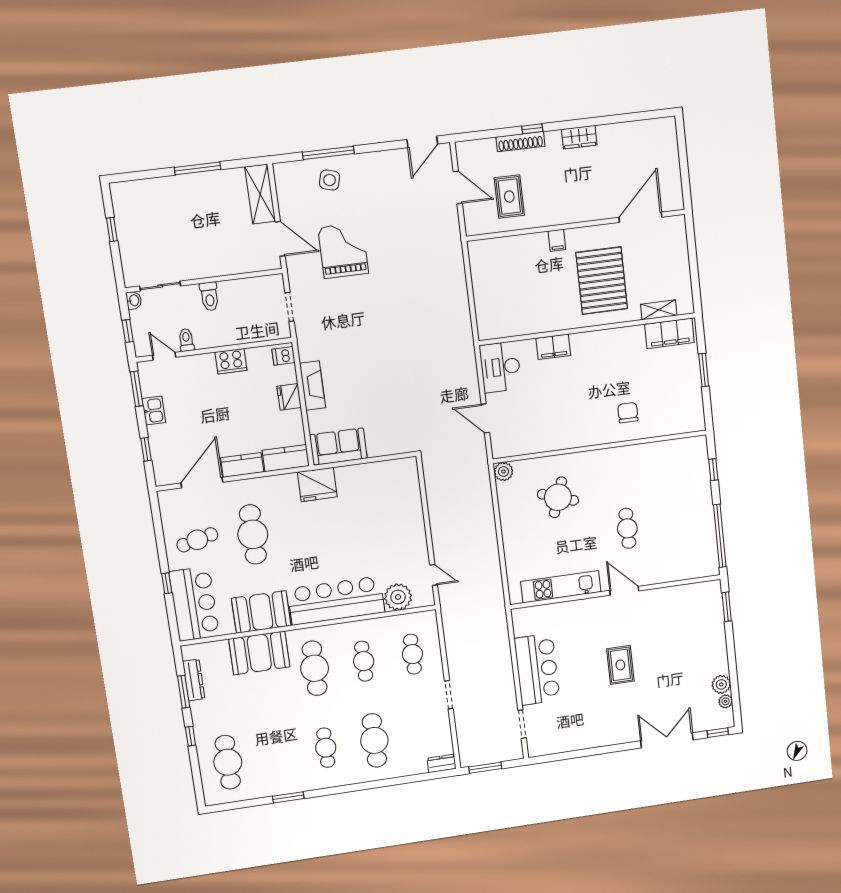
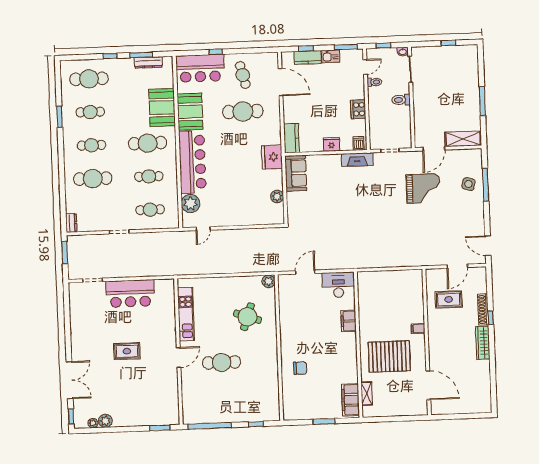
wardrobe: (579, 137) -> (483, 343), width x1.50
fireplace: (313, 385) -> (357, 160), moved
kitchen counter: (242, 465) -> (308, 57), moved, turned 90
plant: (376, 471) -> (277, 196), added
cafe table: (627, 528) -> (222, 362), width x1.37, depth x1.35
cafe table: (277, 755) -> (90, 112), added

